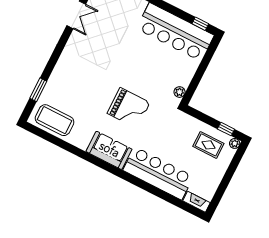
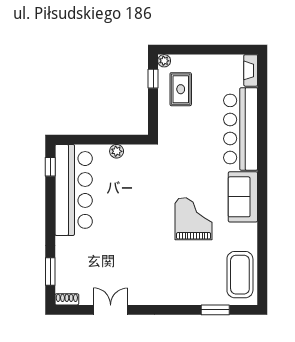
plant: (180, 92) -> (117, 151), moved
grand piano: (129, 108) -> (194, 219), moved

